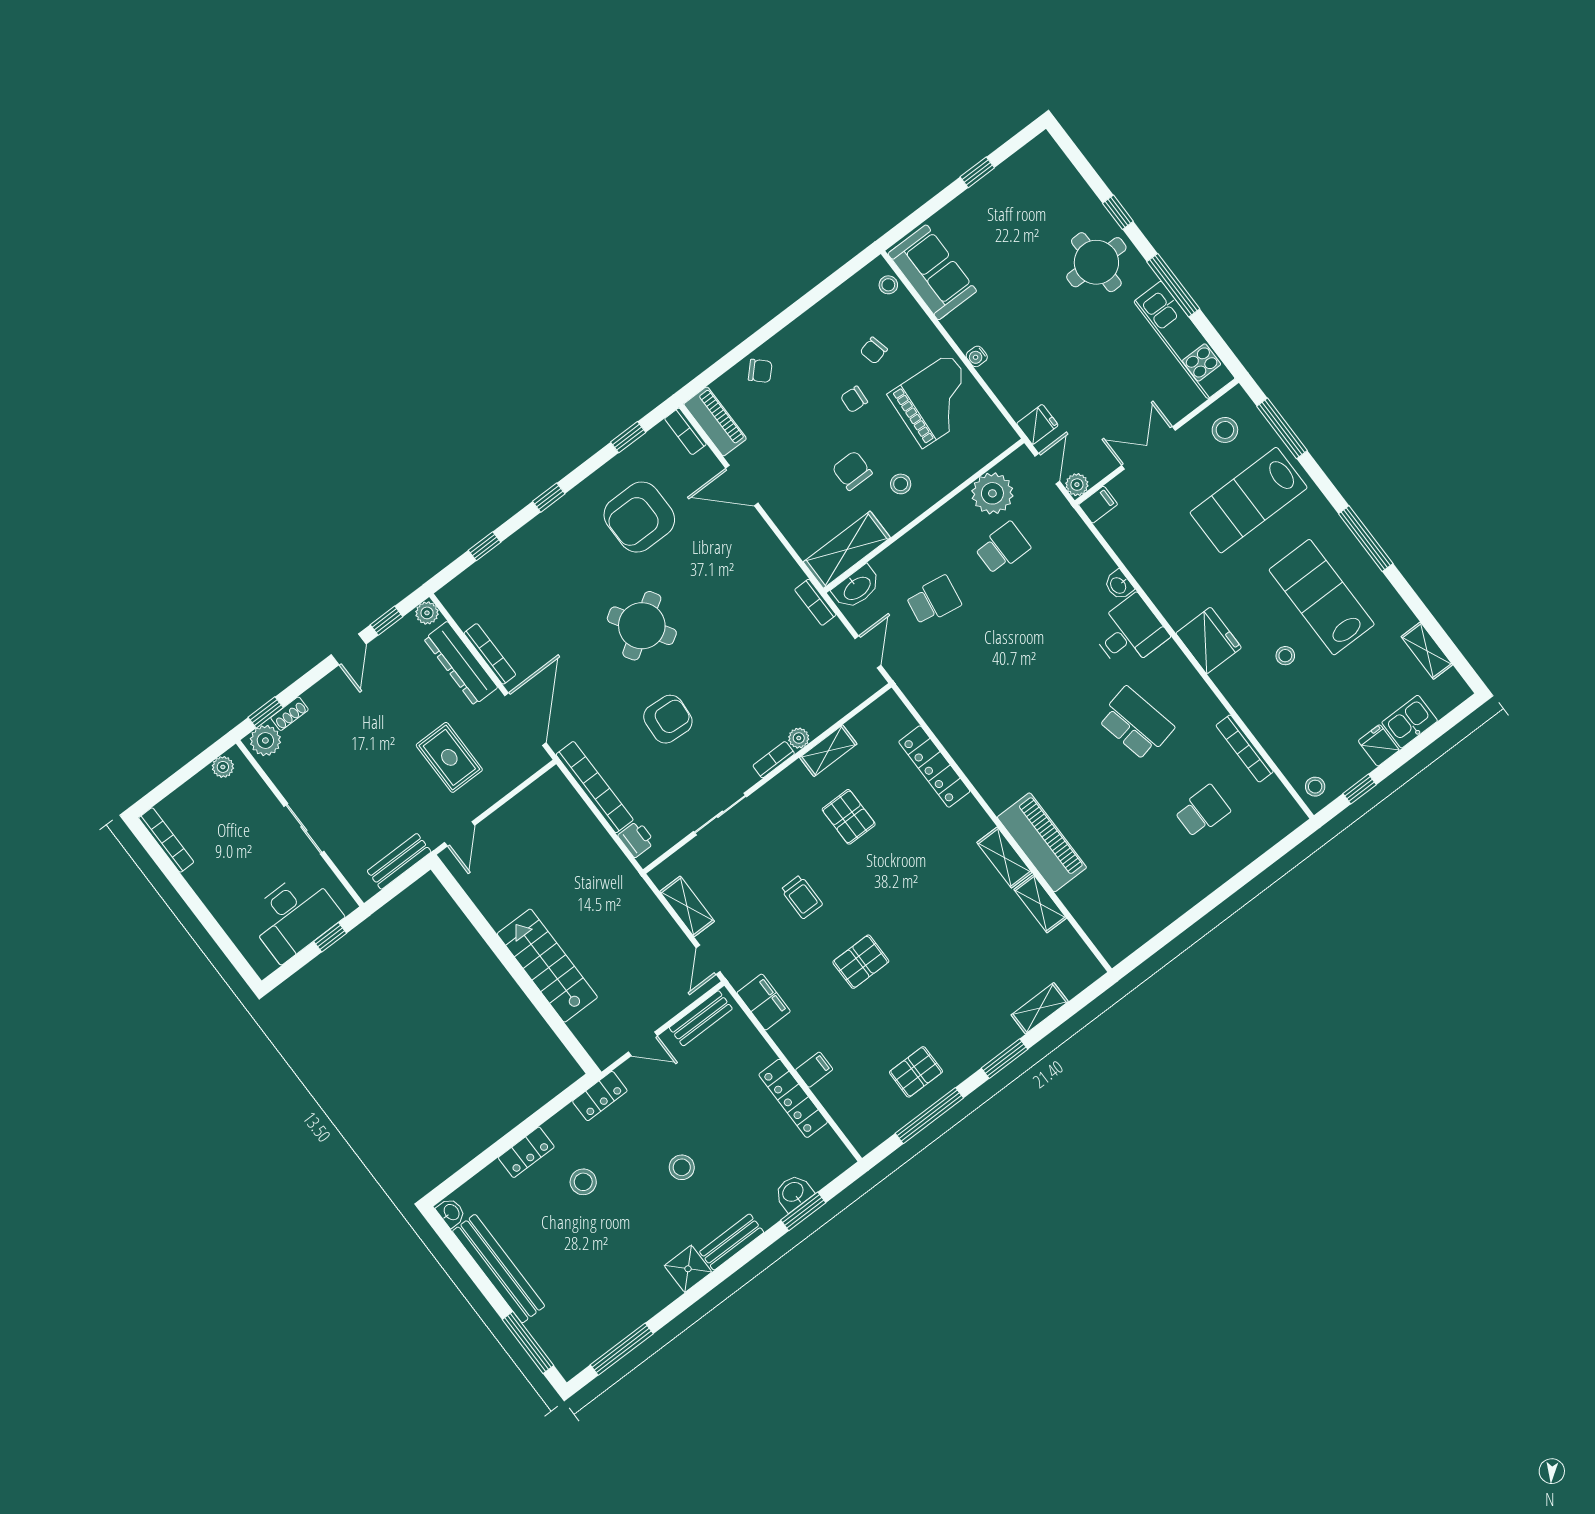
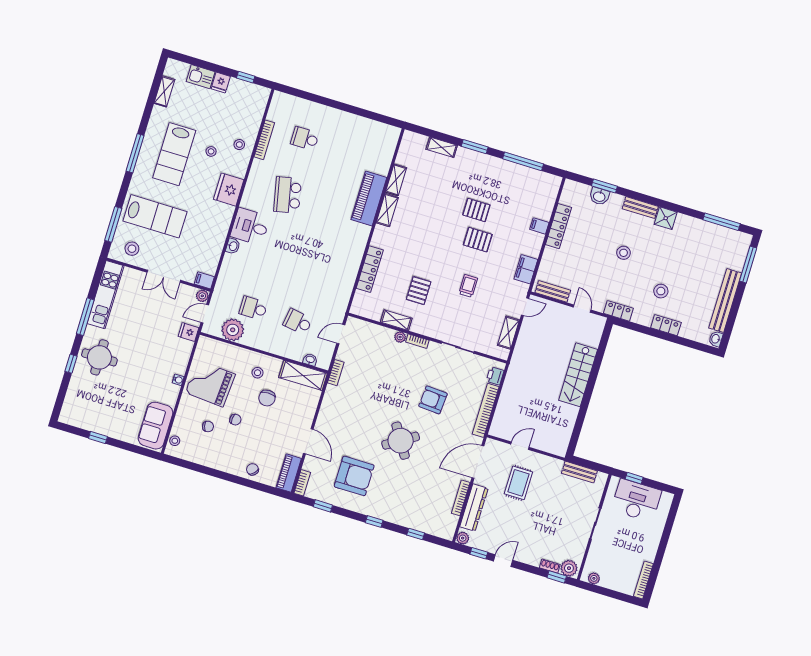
washbasin: (857, 588) -> (310, 360), width x0.52, depth x0.69
stool: (1315, 787) -> (239, 145), moved
door: (460, 834) -> (520, 446), moved
pallet: (916, 1072) -> (476, 210), moved

